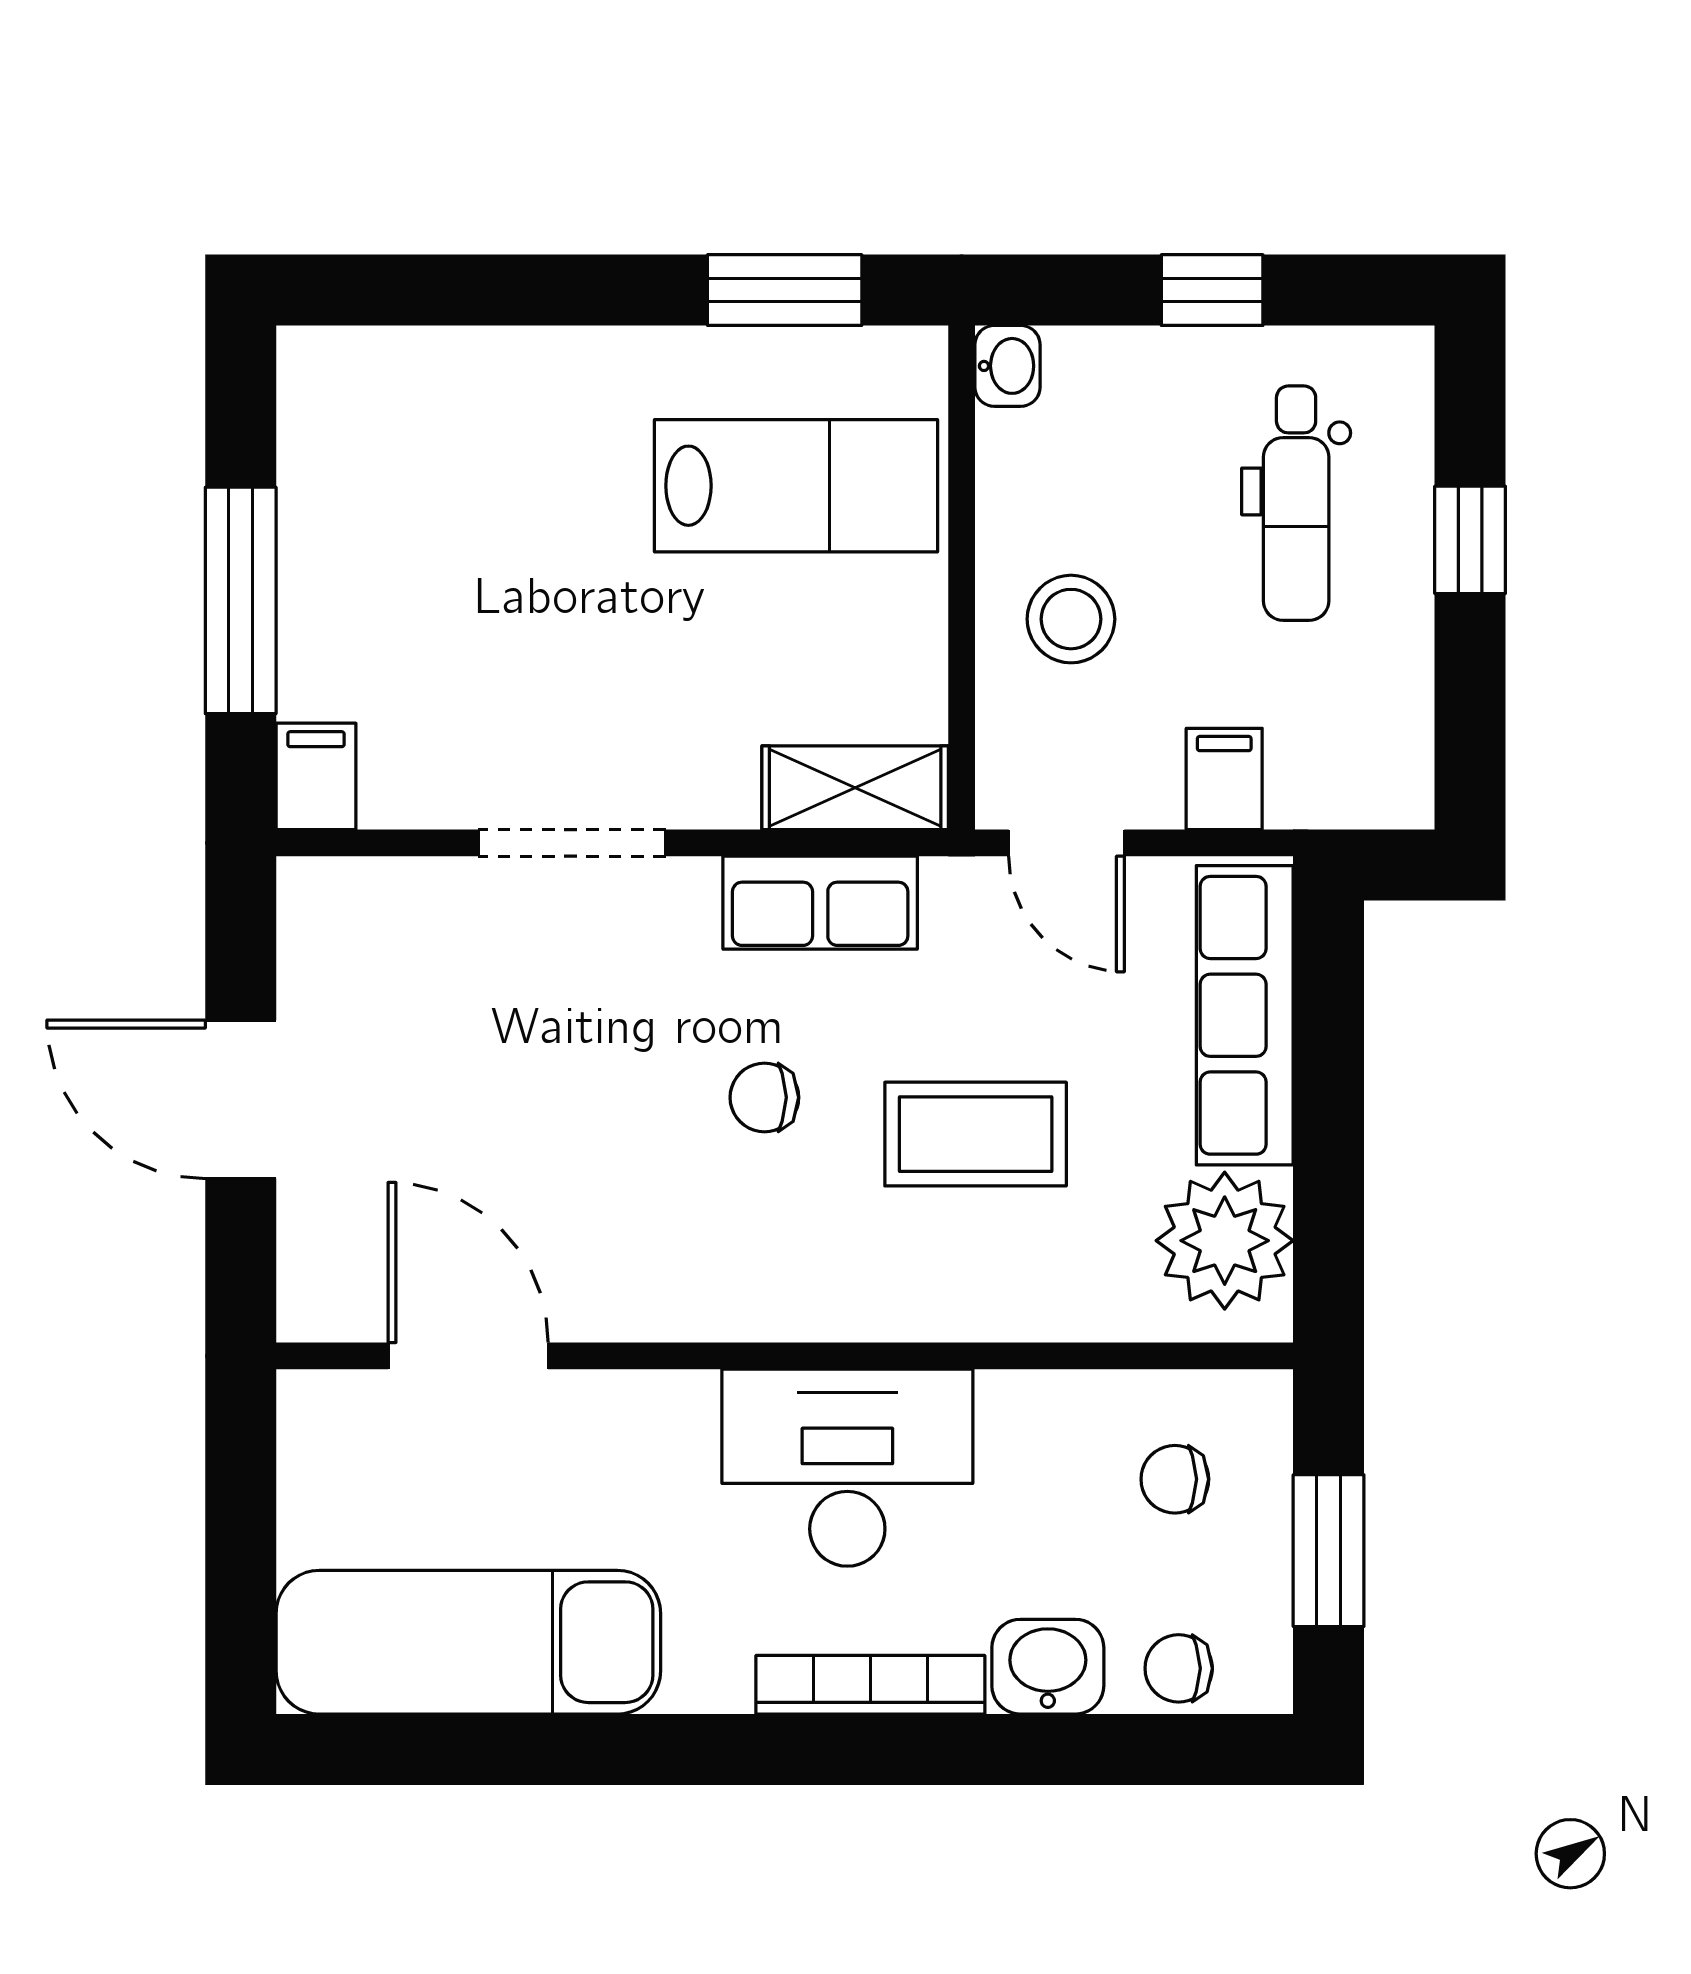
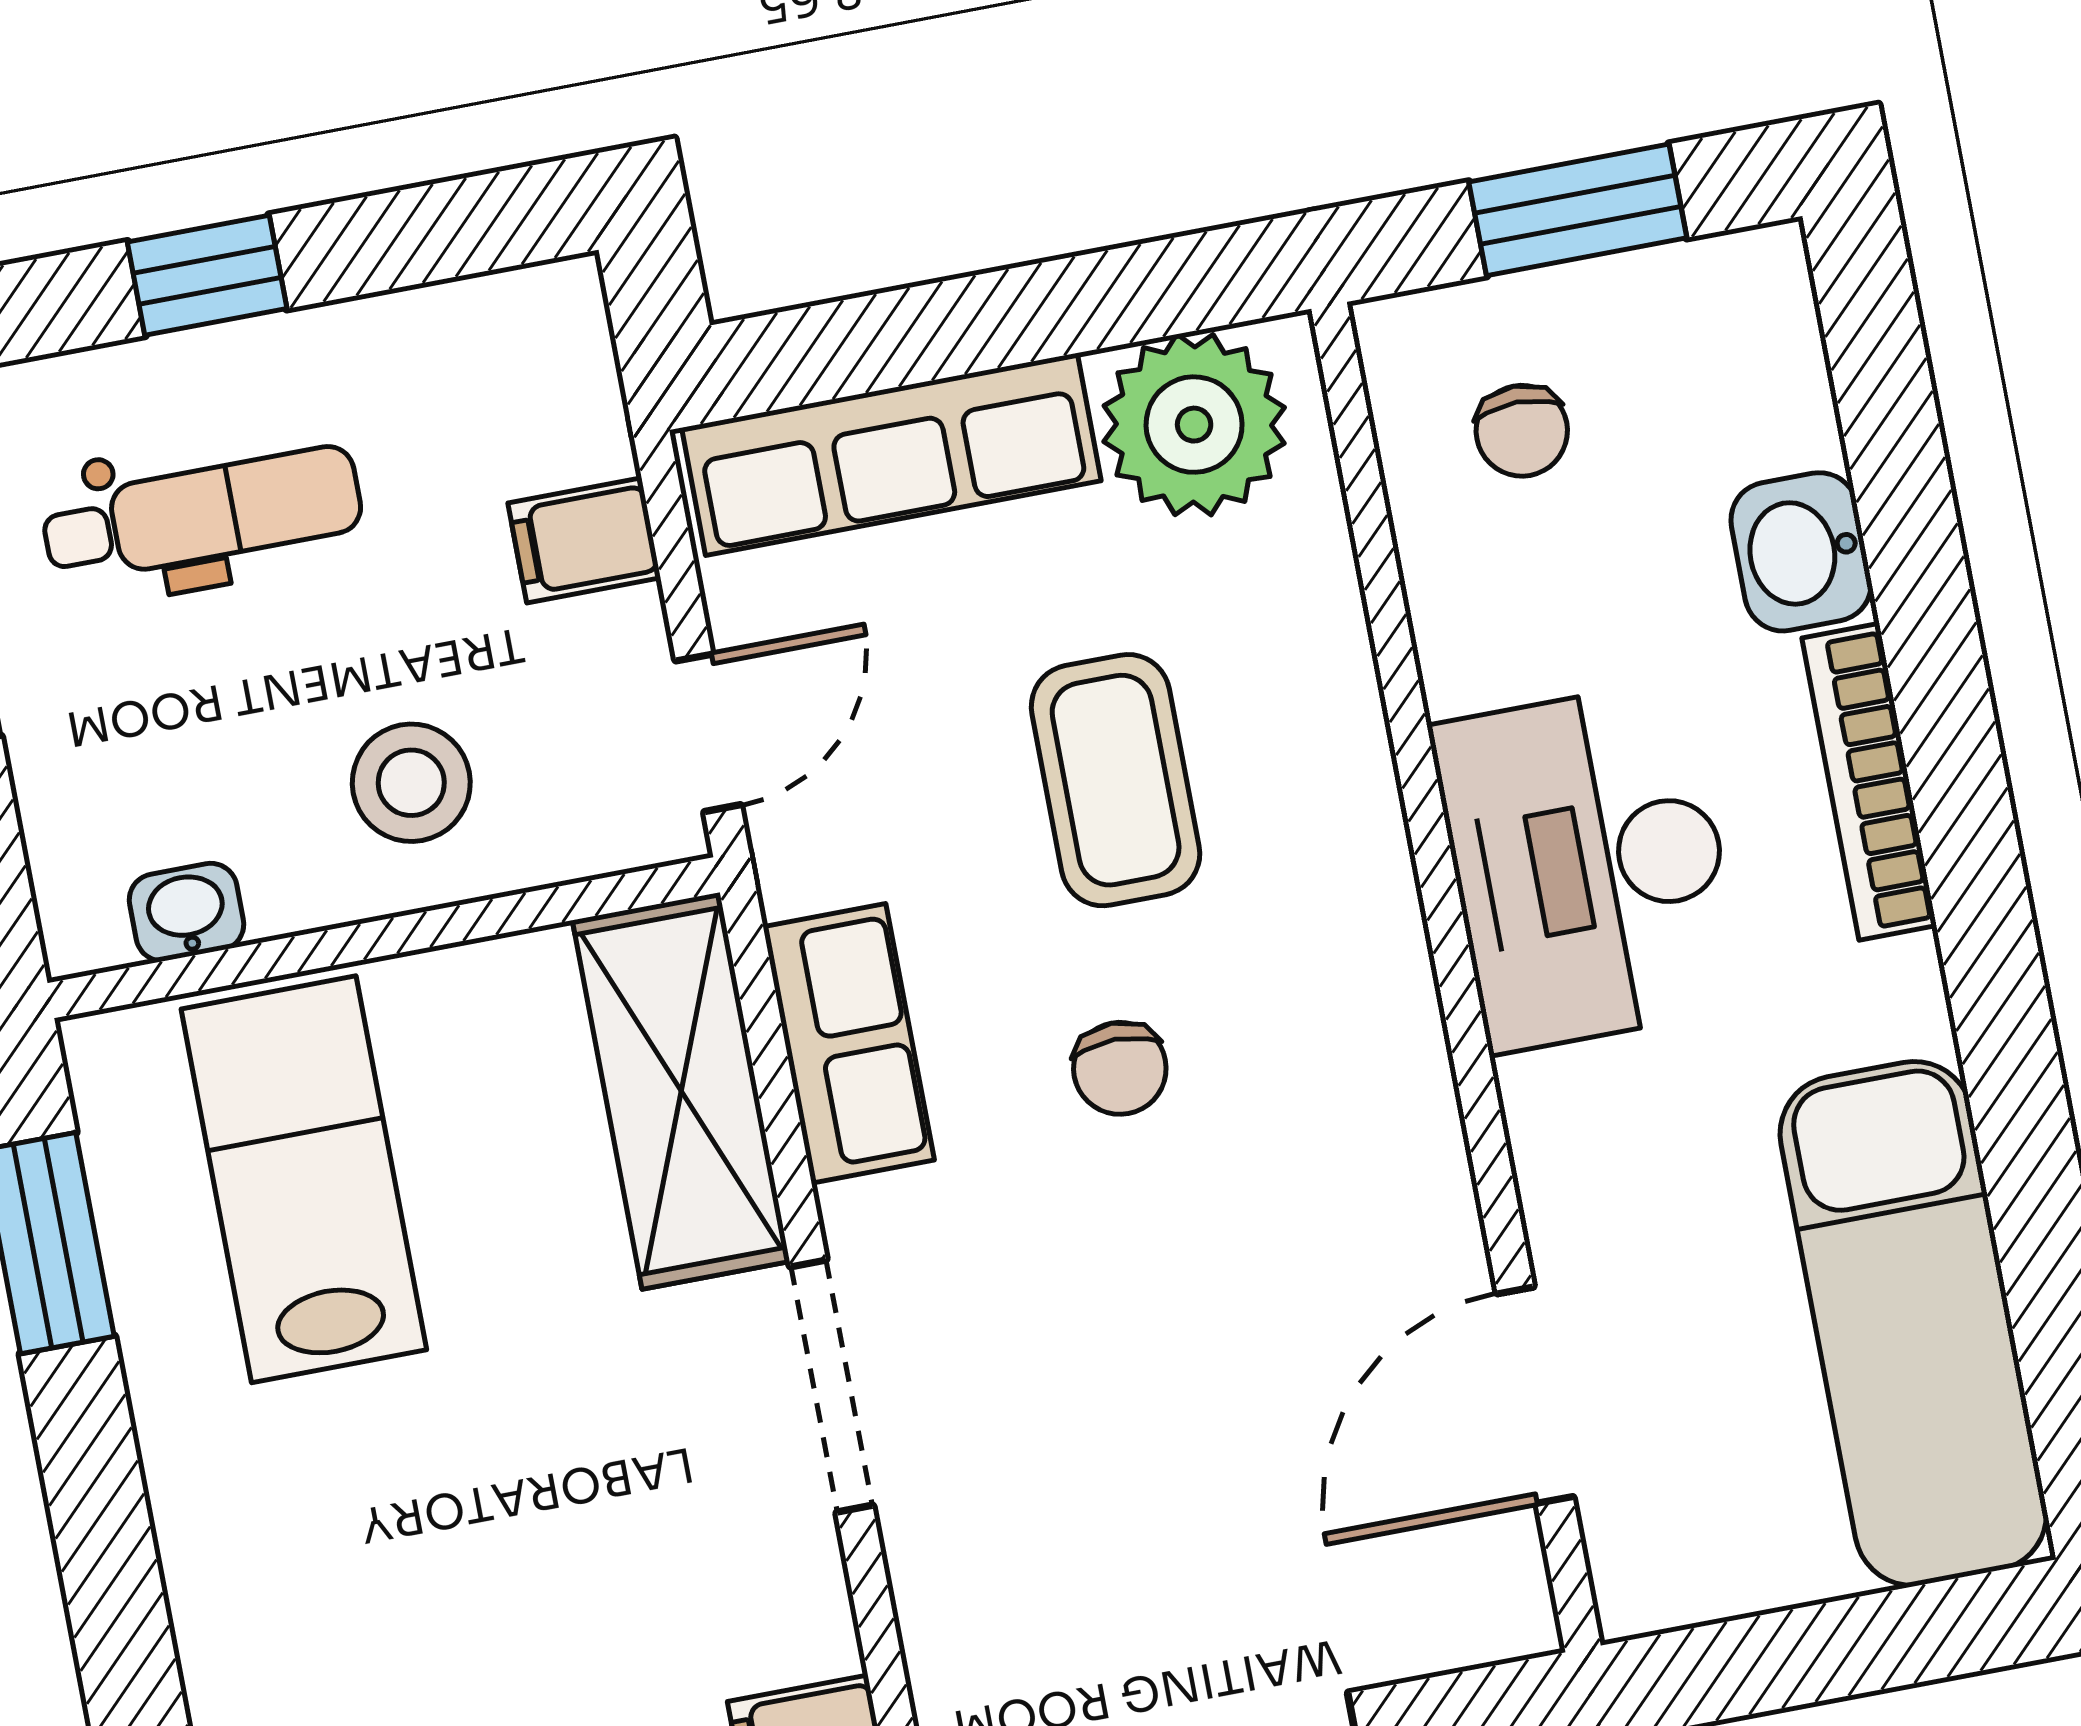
washbasin: (1008, 366) -> (186, 912), moved
shelving: (855, 788) -> (681, 1091), width x1.50, depth x1.33
chair: (1179, 1668) -> (1771, 378), removed

